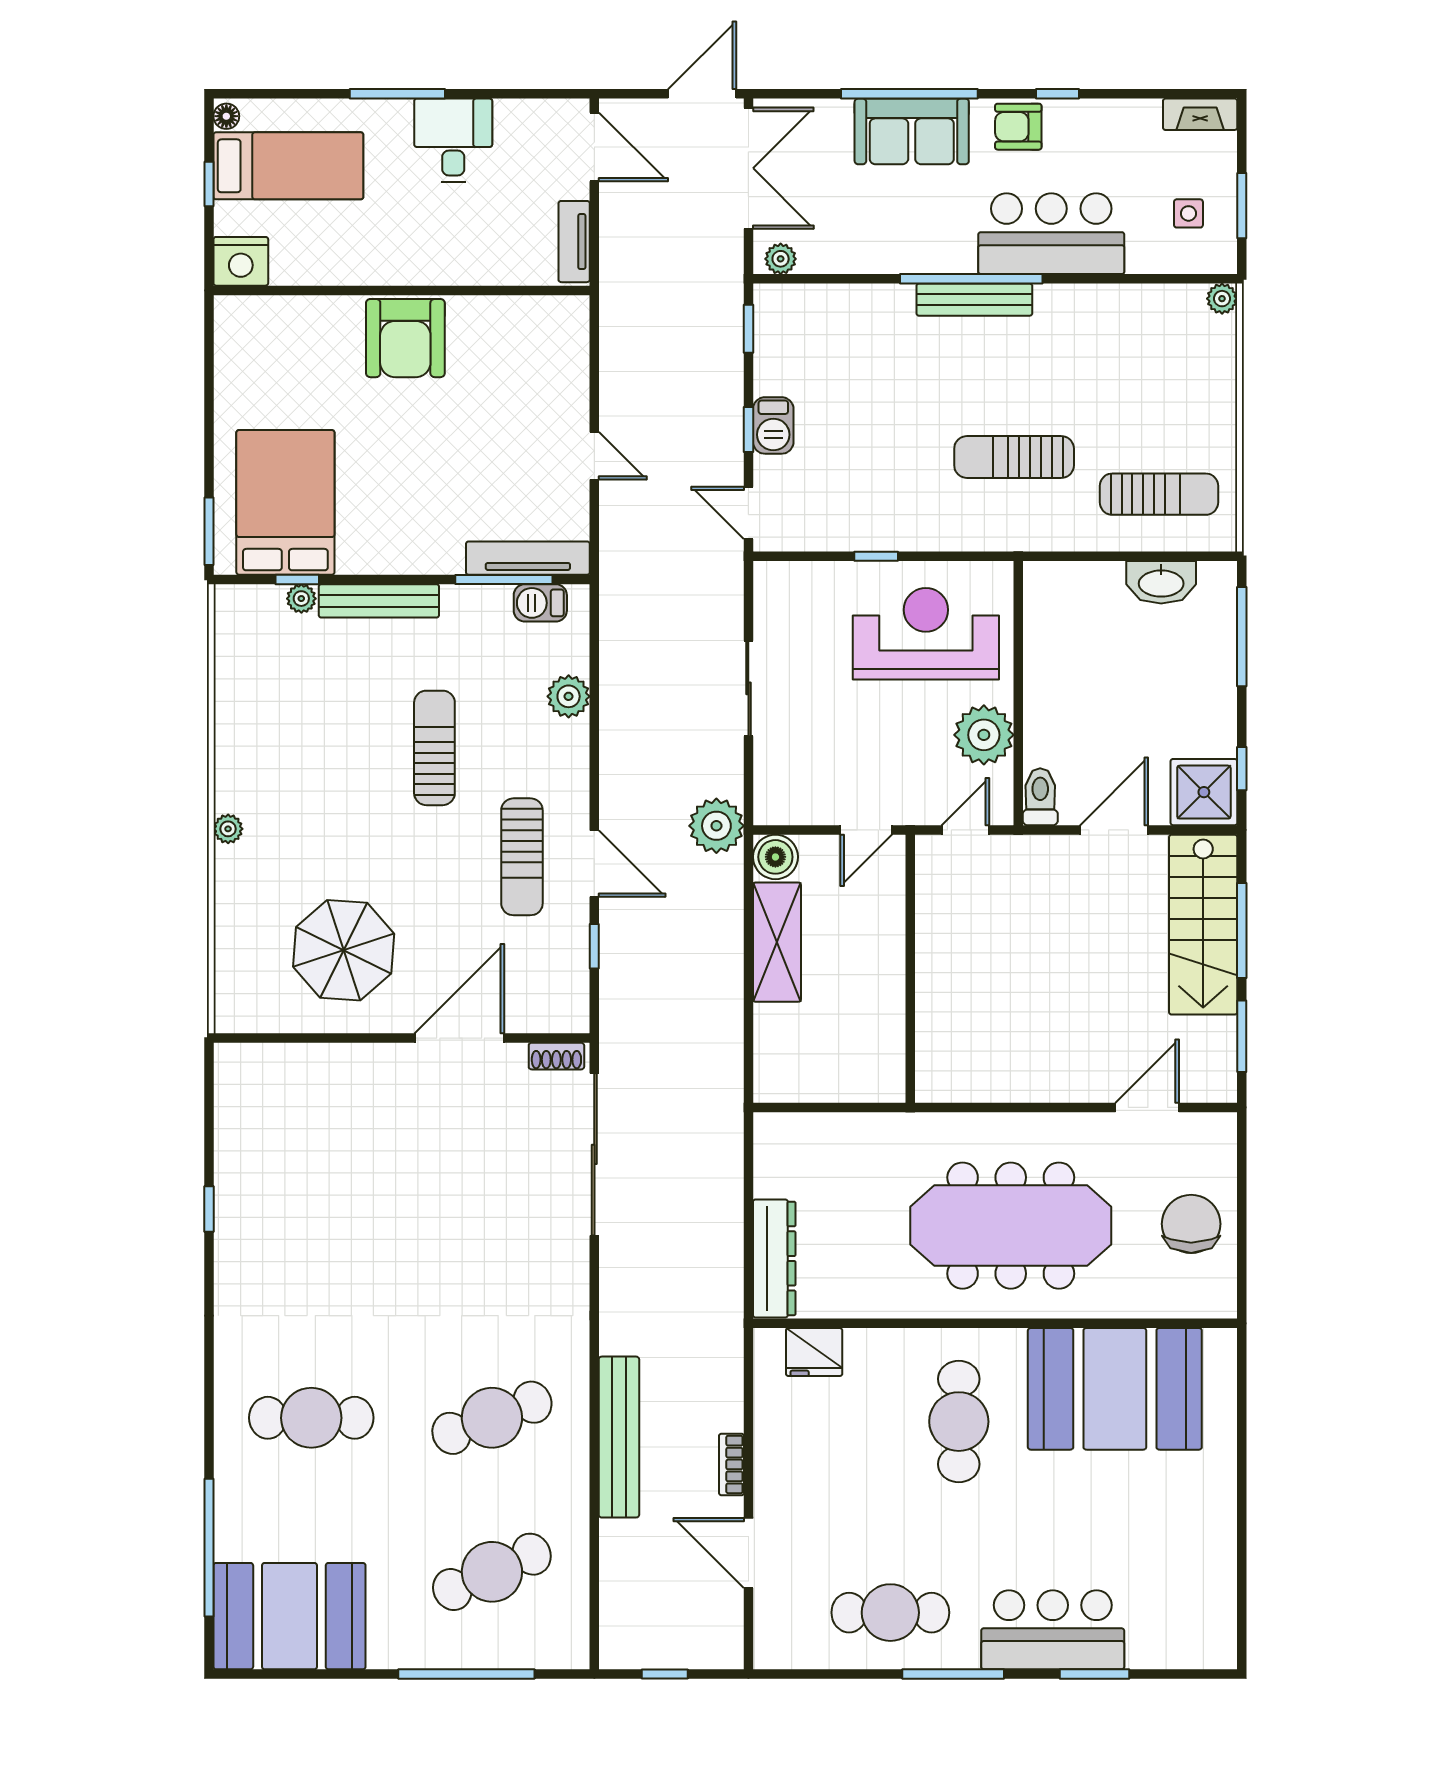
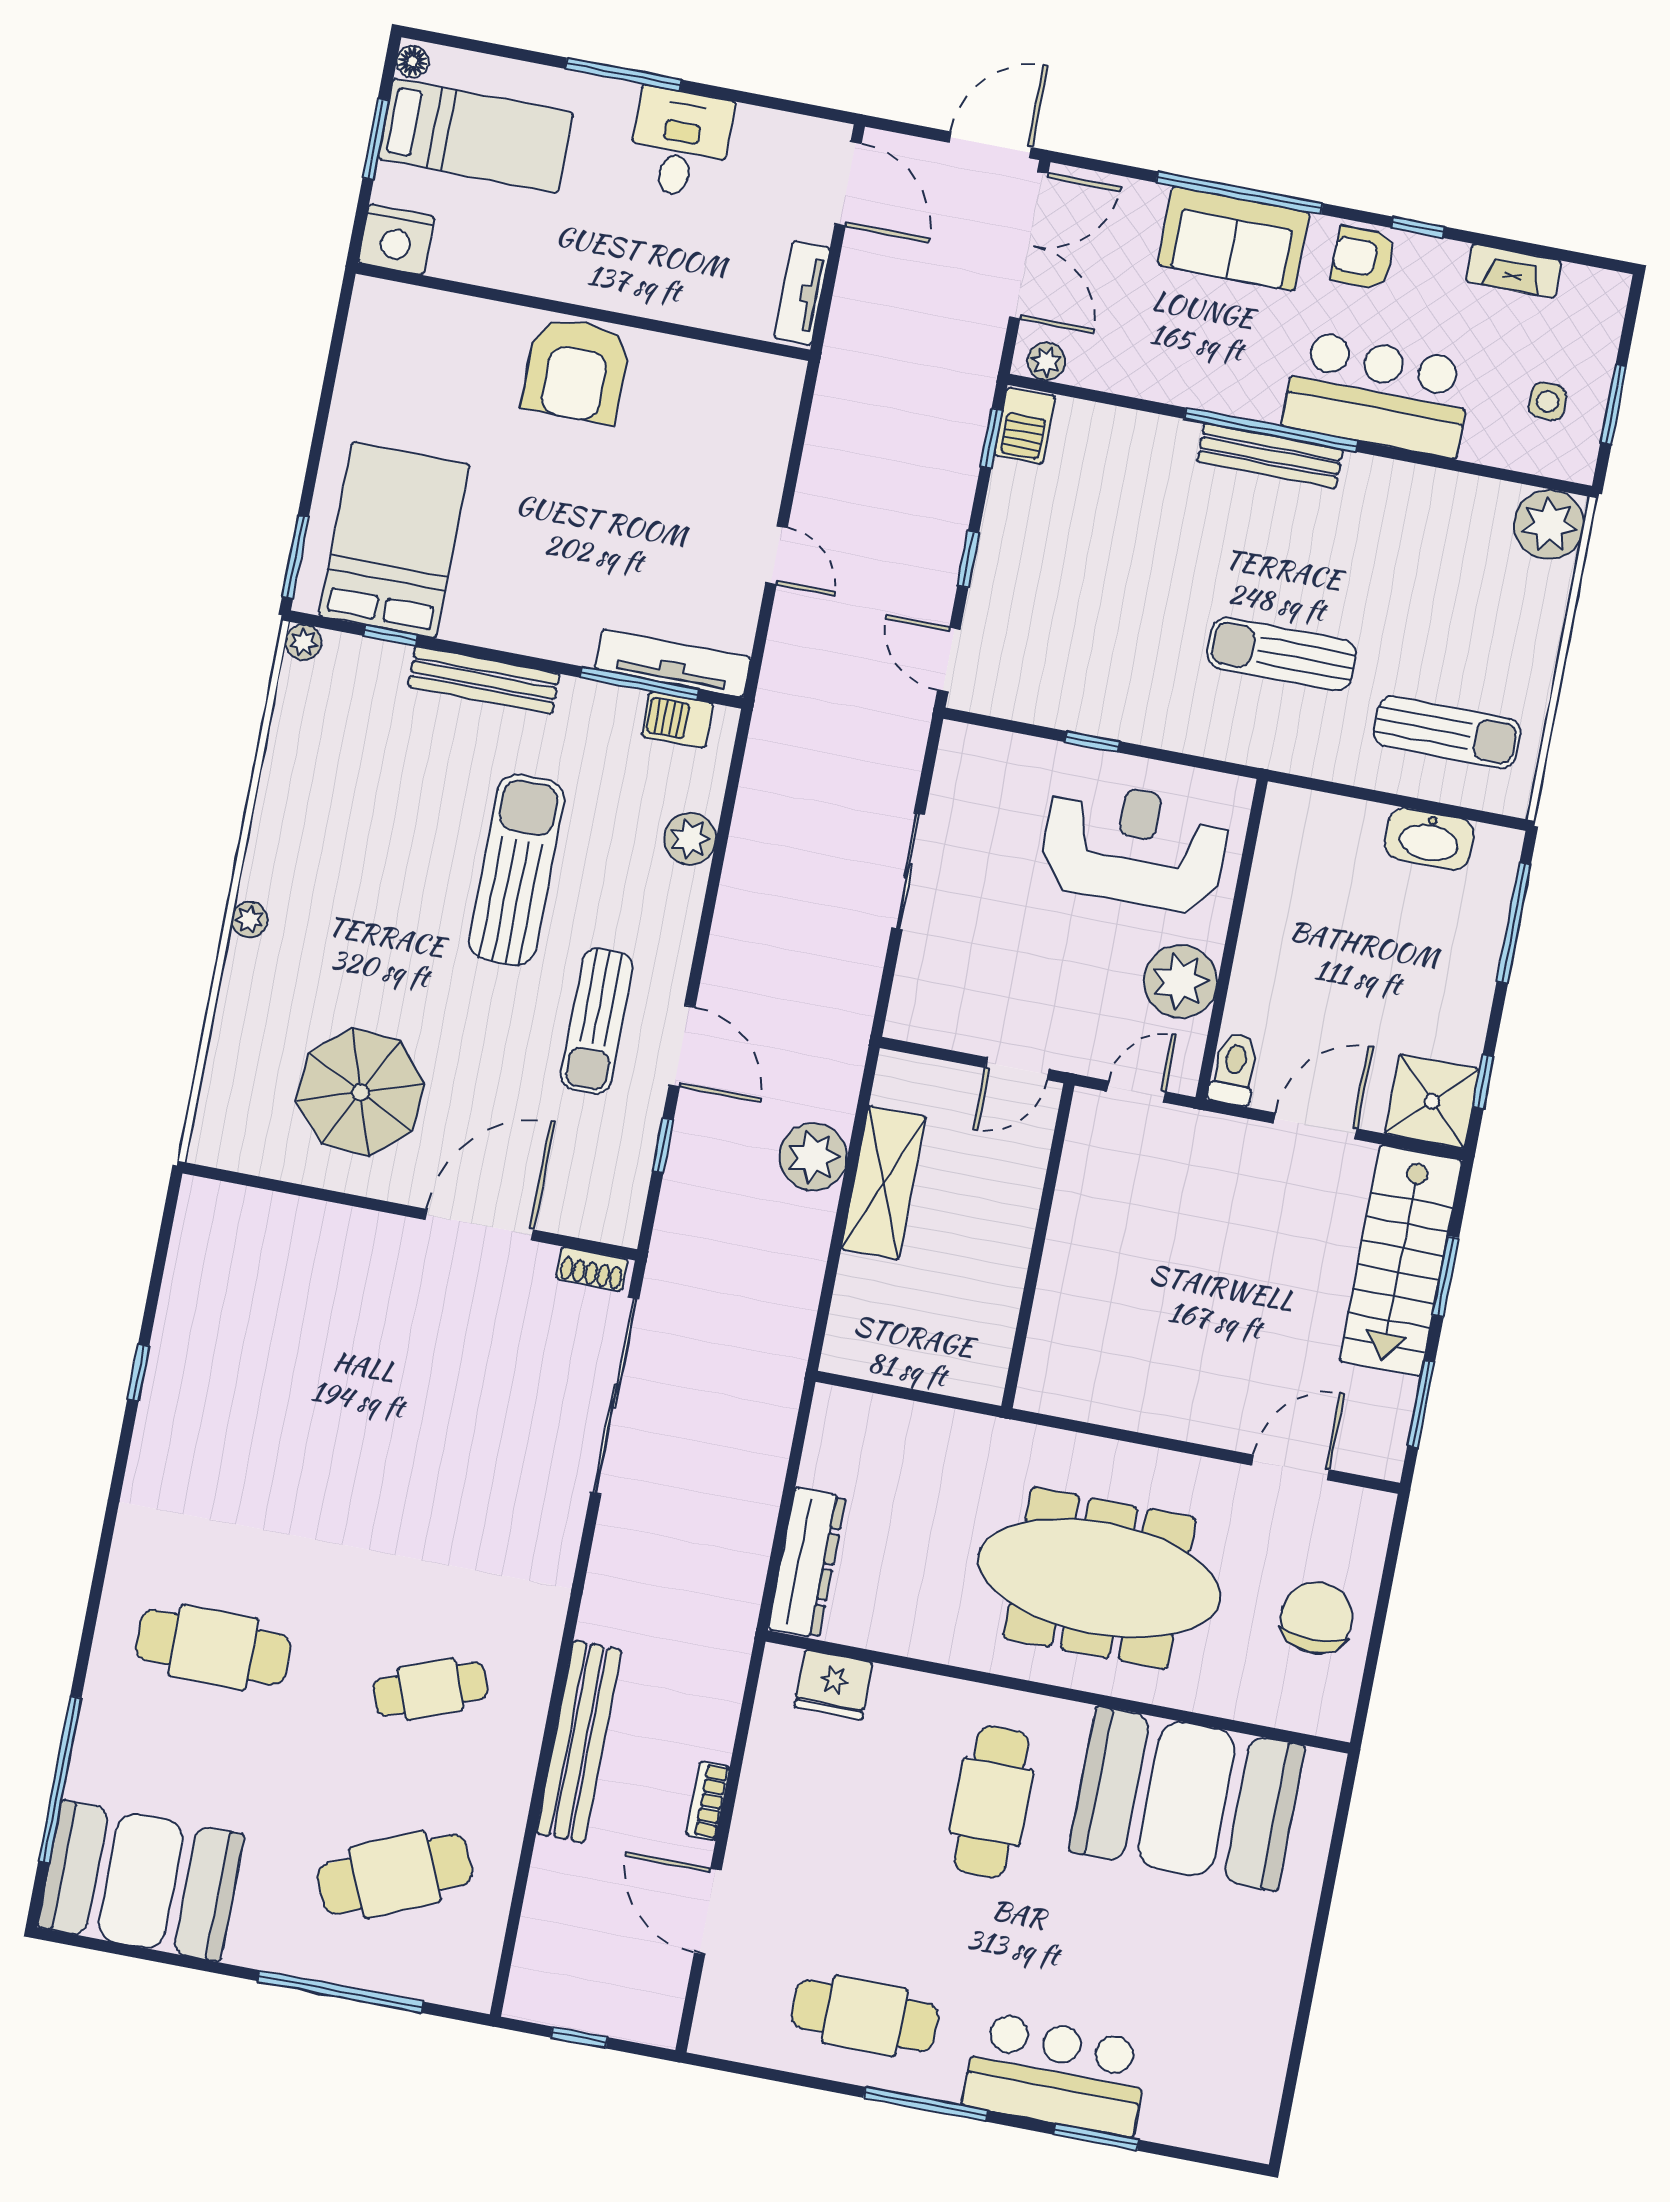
fireplace: (1200, 114) -> (1513, 271), moved
window: (209, 184) -> (376, 139), width x1.50
plant: (1222, 299) -> (1549, 525), width x1.87, depth x1.87
barbecue: (773, 425) -> (1025, 426), moved
plant: (301, 599) -> (304, 642), moved
sun lounger: (434, 748) -> (517, 870), width x1.36, depth x1.34
plant: (716, 826) -> (813, 1157), moved
boiler: (775, 857) -> (902, 1080), removed
window: (1242, 931) -> (1446, 1277), width x0.69
cafe table: (492, 1418) -> (431, 1689), width x0.73, depth x0.74

